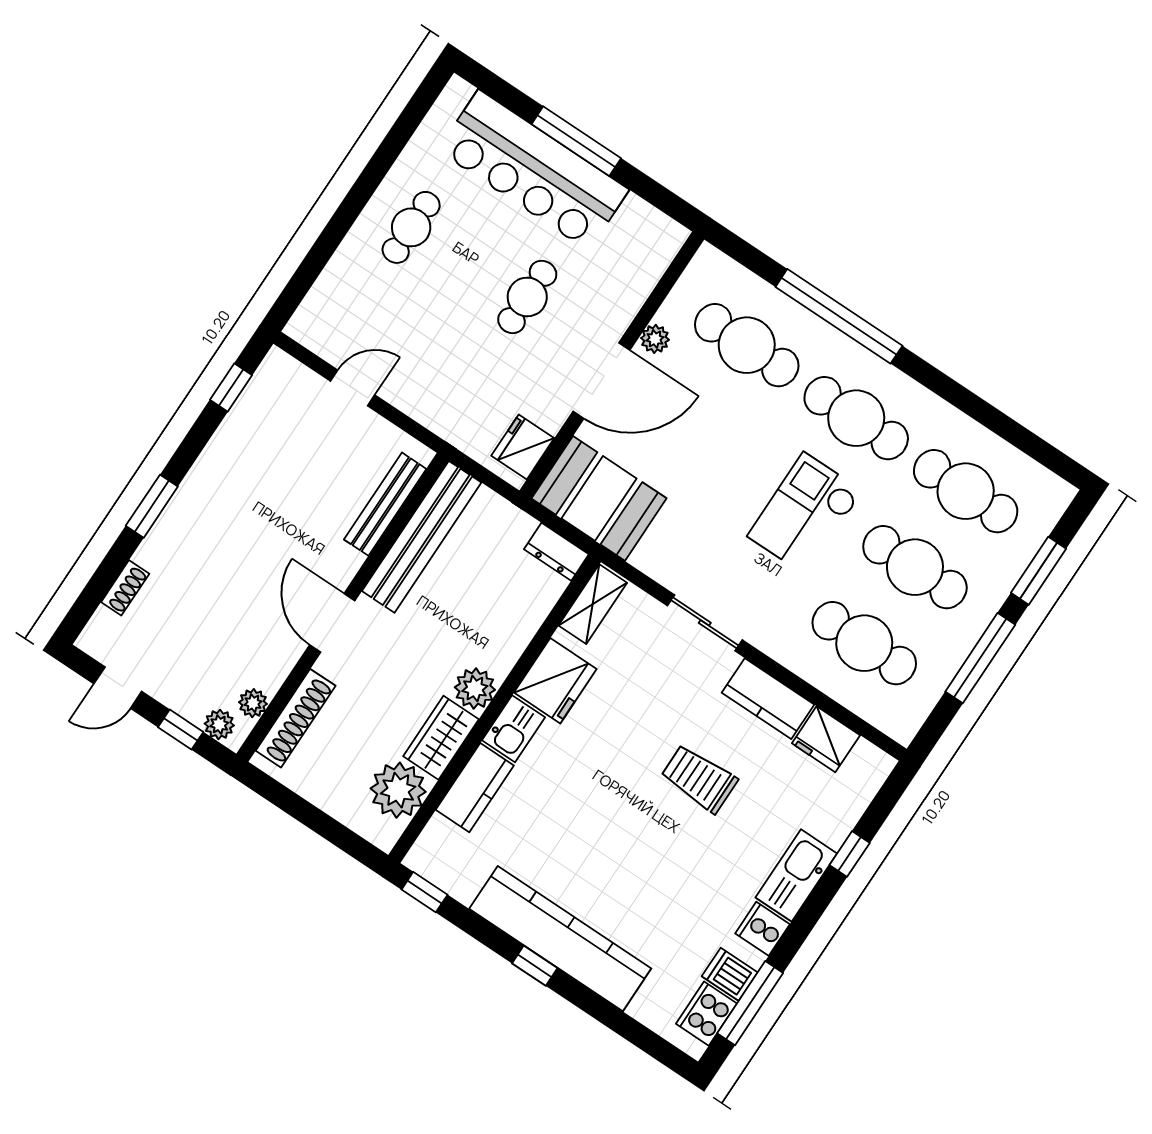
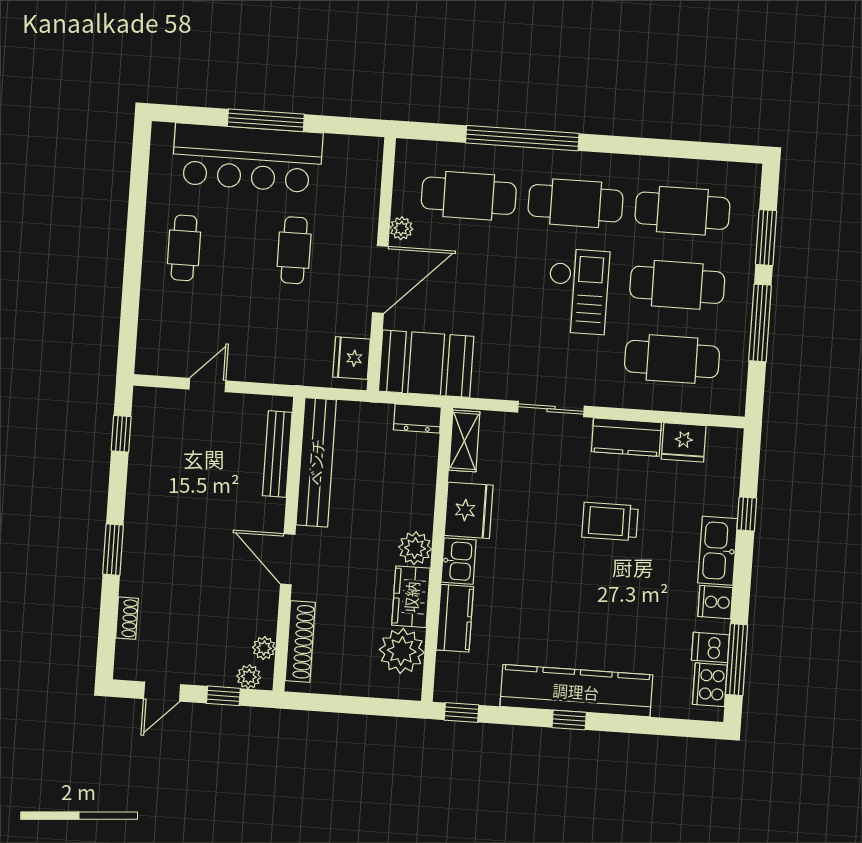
checkout: (805, 514) -> (578, 291), turned 180

